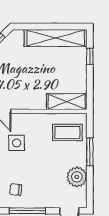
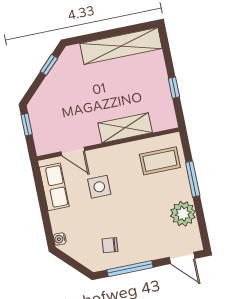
window: (90, 56) -> (174, 88), moved
shelving: (67, 102) -> (125, 128), moved

